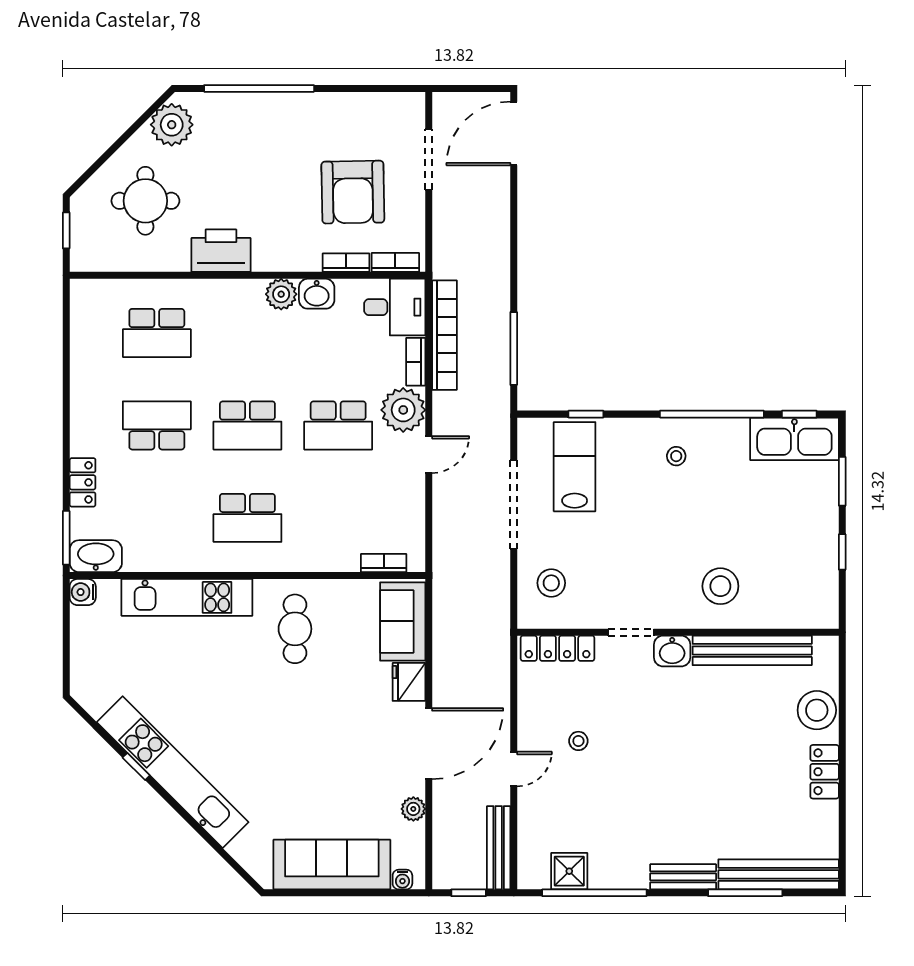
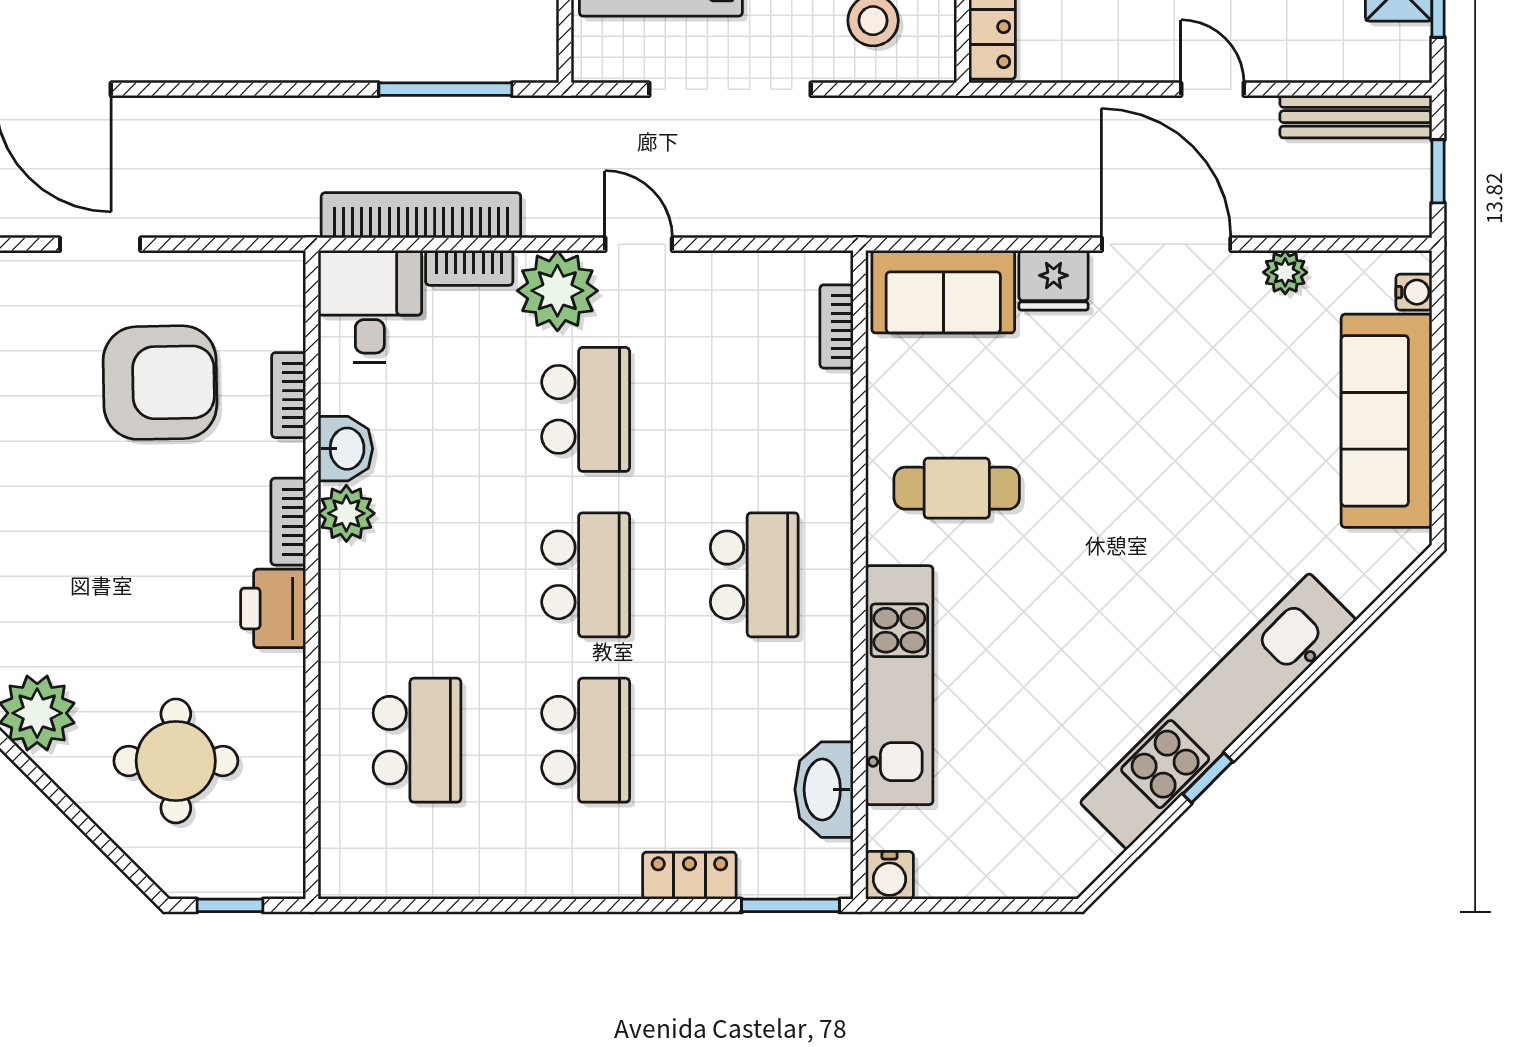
doorway: (429, 159) -> (100, 244), width x0.73
printer: (221, 251) -> (273, 608), width x0.73, depth x0.84
bookcase: (395, 262) -> (288, 522), moved
school desk: (157, 425) -> (586, 740), turned 180
washbasin: (96, 556) -> (824, 790), moved

